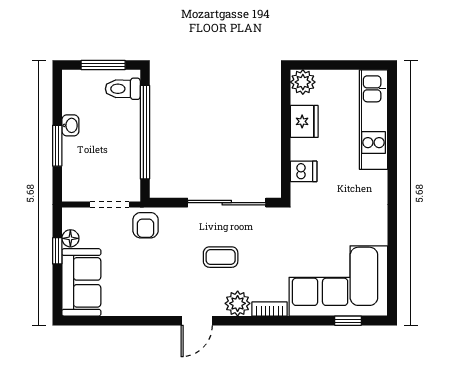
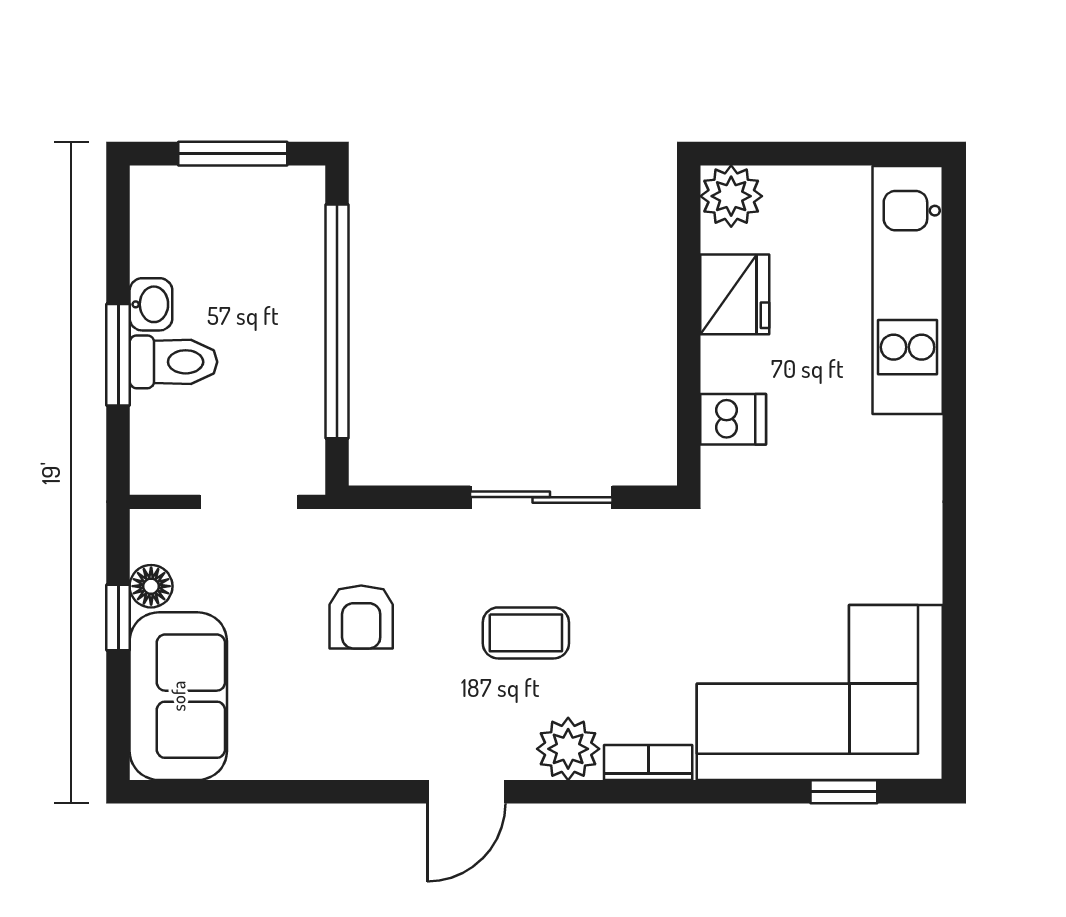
toilet: (123, 89) -> (173, 362), moved, turned 180
sliding door: (227, 203) -> (541, 497), width x0.73
armchair: (146, 225) -> (361, 617), moved

